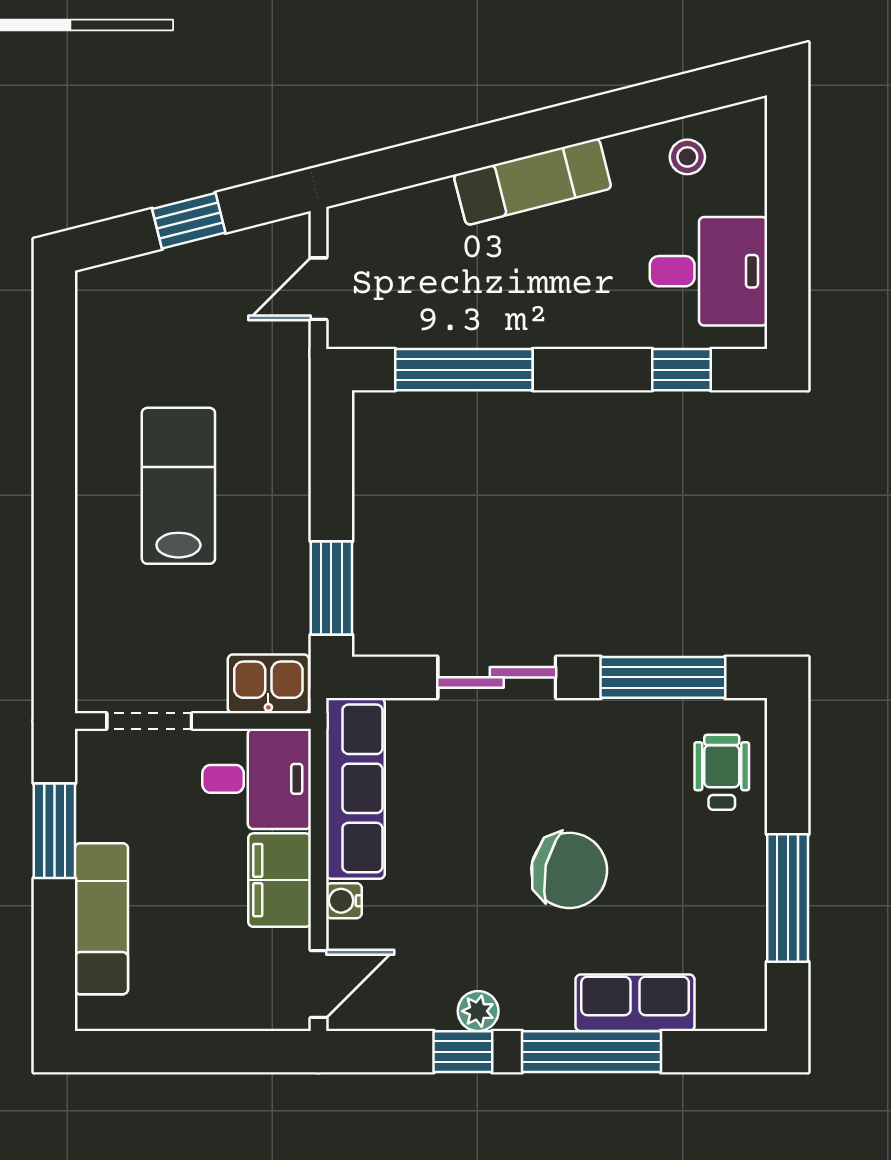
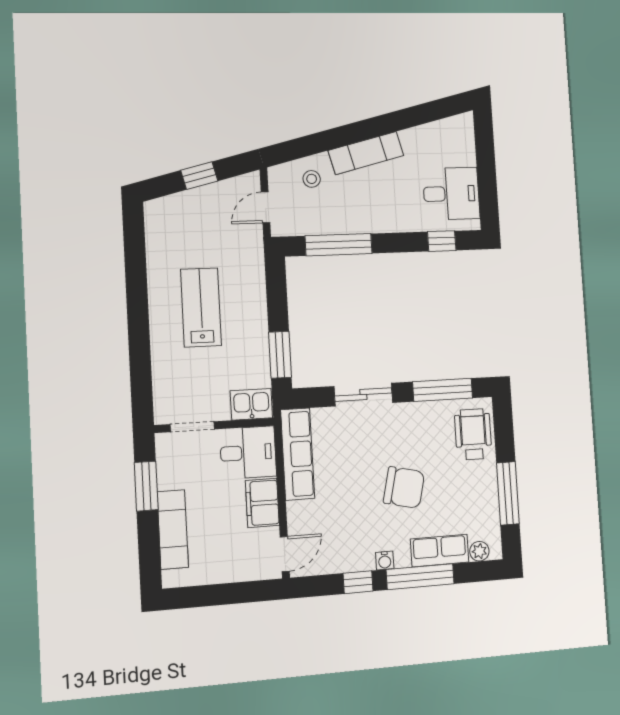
stool: (687, 157) -> (312, 179), moved
wheelchair: (722, 772) -> (473, 434), width x1.36, depth x1.37
water cooler: (344, 901) -> (385, 561), moved, turned -90
plant: (478, 1011) -> (479, 551), moved

